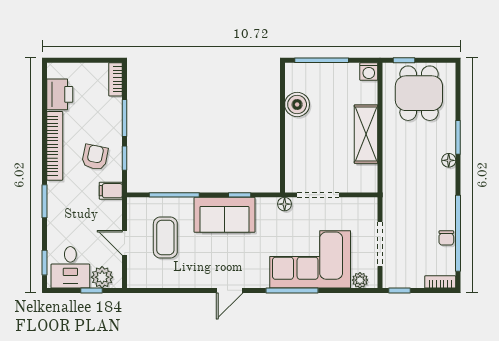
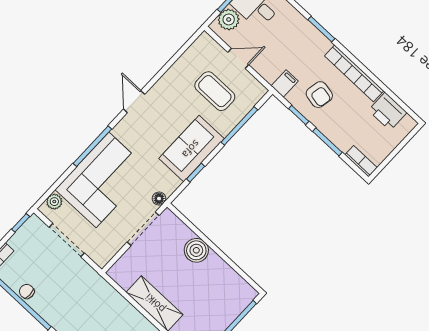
boiler: (297, 105) -> (196, 250), moved

